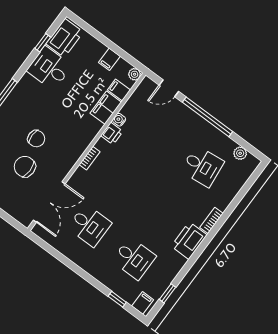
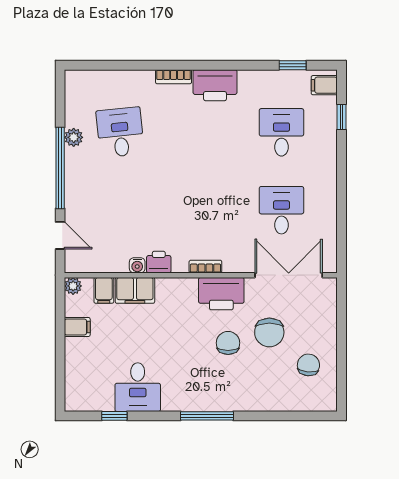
printer: (65, 38) -> (221, 294), moved, turned 180
plant: (240, 153) -> (74, 137), moved

